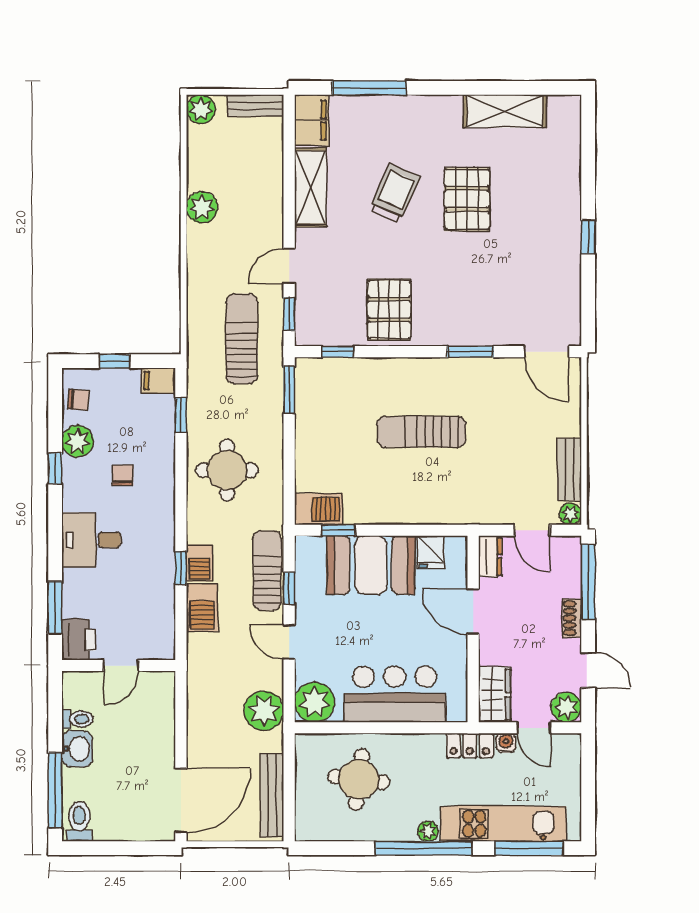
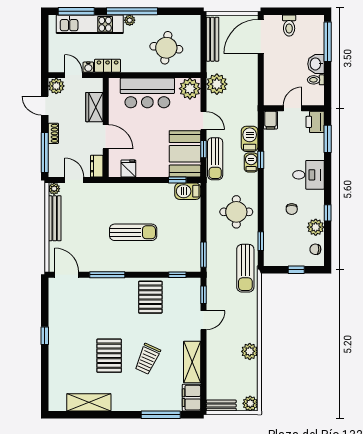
sun lounger: (242, 339) -> (245, 268), moved
window: (470, 352) -> (107, 275), width x1.44
filing cabinet: (158, 381) -> (270, 120), moved, turned 90
bench: (569, 469) -> (55, 218), width x1.36
booth: (371, 565) -> (185, 154), moved, turned 90
wardrobe: (495, 695) -> (94, 107), moved
toilet: (79, 821) -> (289, 25), moved

